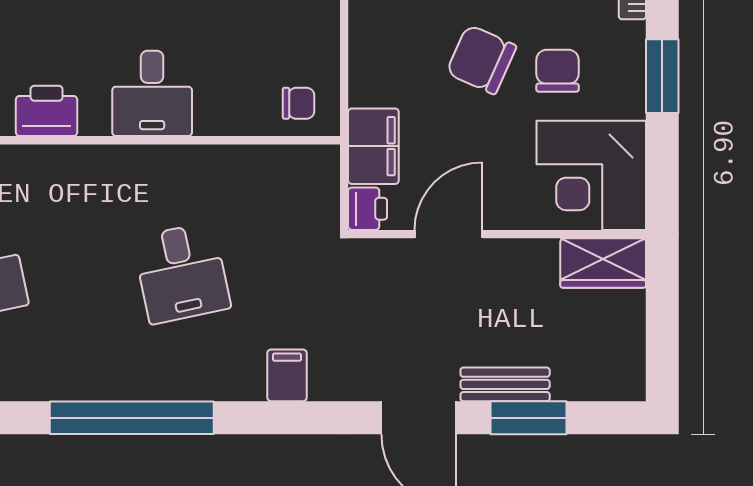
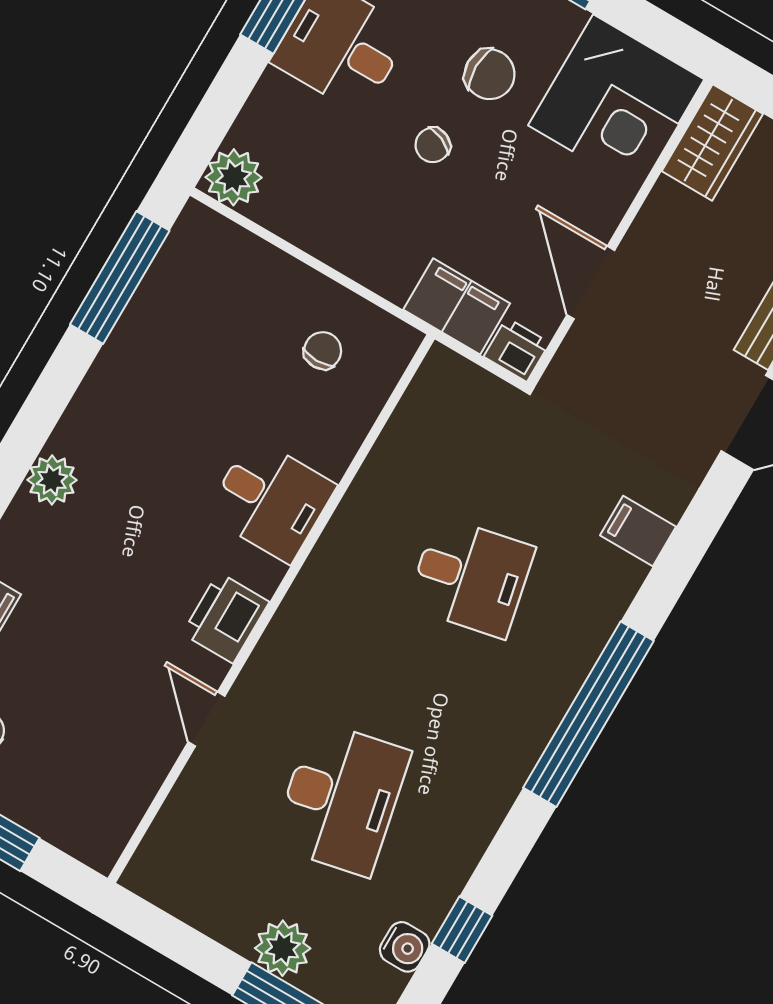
chair: (481, 59) -> (433, 145), width x0.54, depth x0.54
chair: (558, 71) -> (490, 74), turned 180
chair: (298, 103) -> (323, 351), moved

